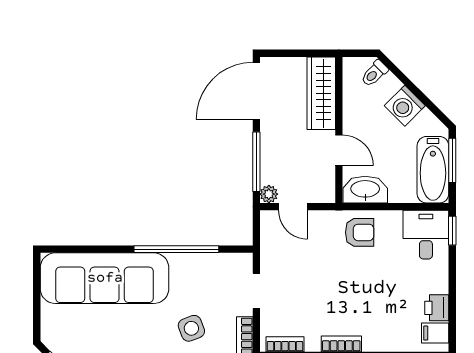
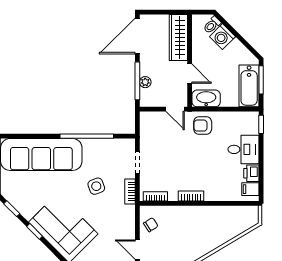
washing machine: (405, 106) -> (222, 37), moved
plant: (269, 194) -> (145, 82), moved
door: (293, 207) -> (175, 109), moved
armchair: (360, 232) -> (203, 126), turned 180
desk: (426, 235) -> (244, 149), moved, turned 90

